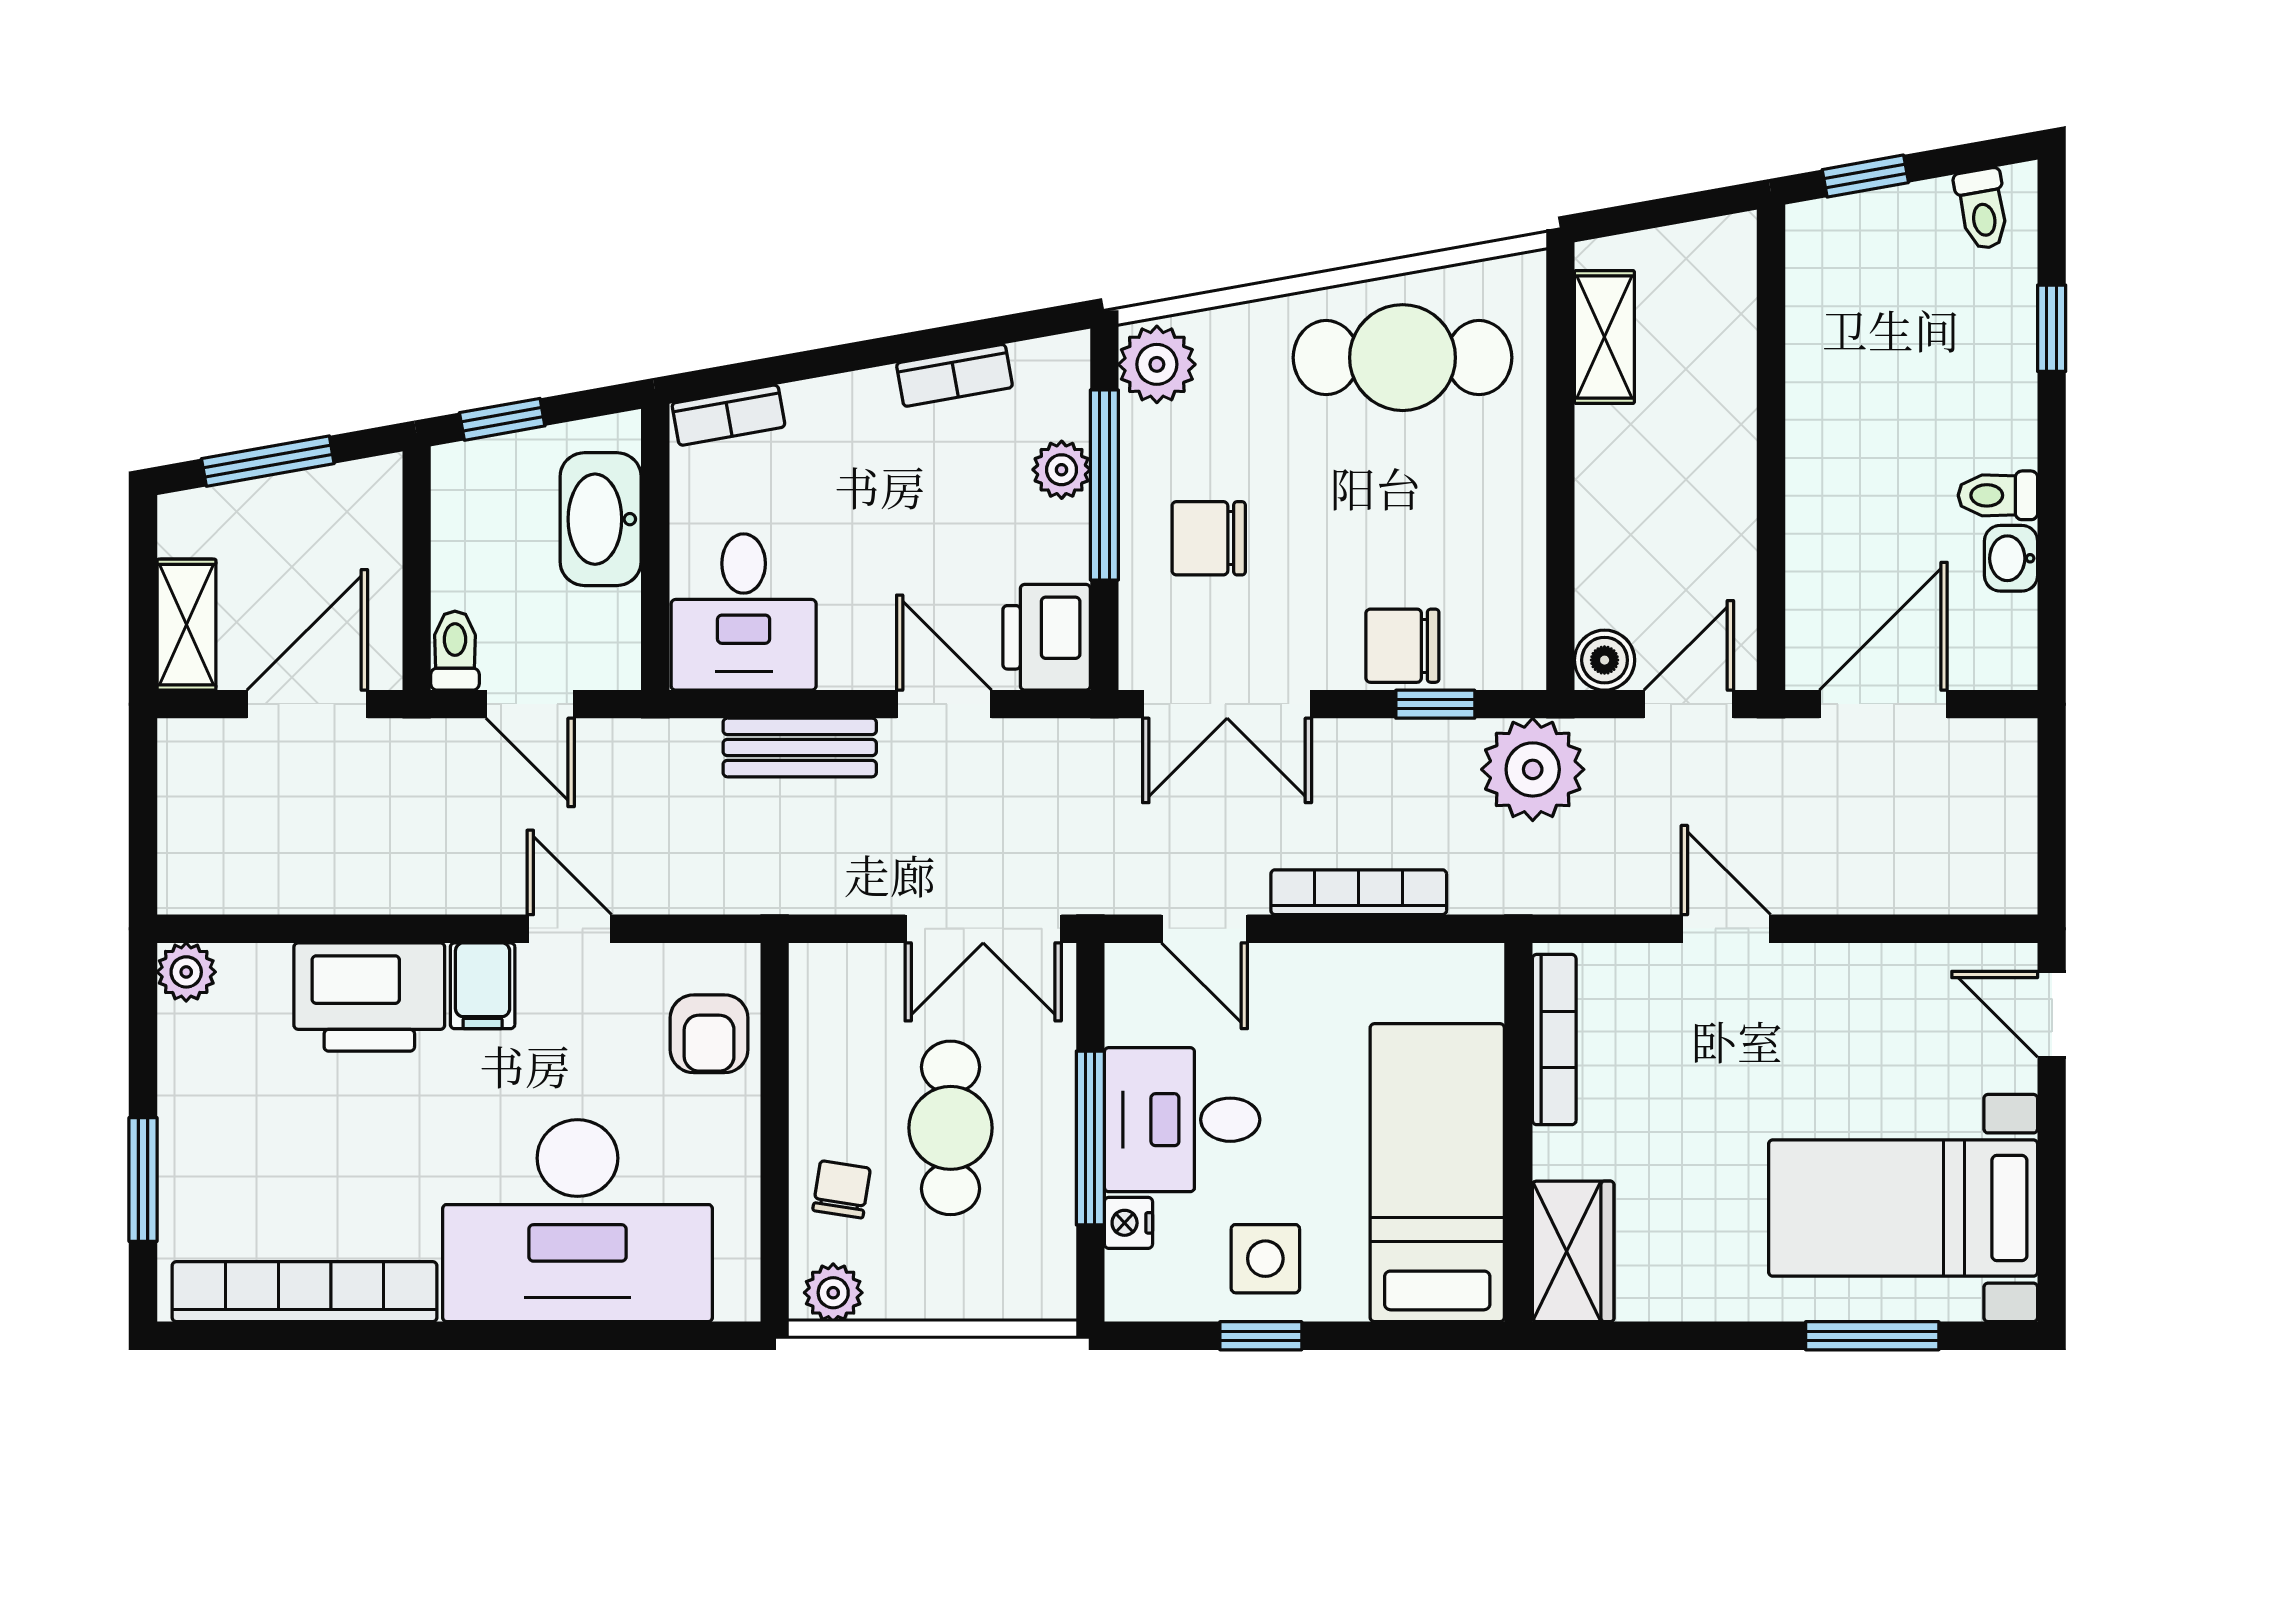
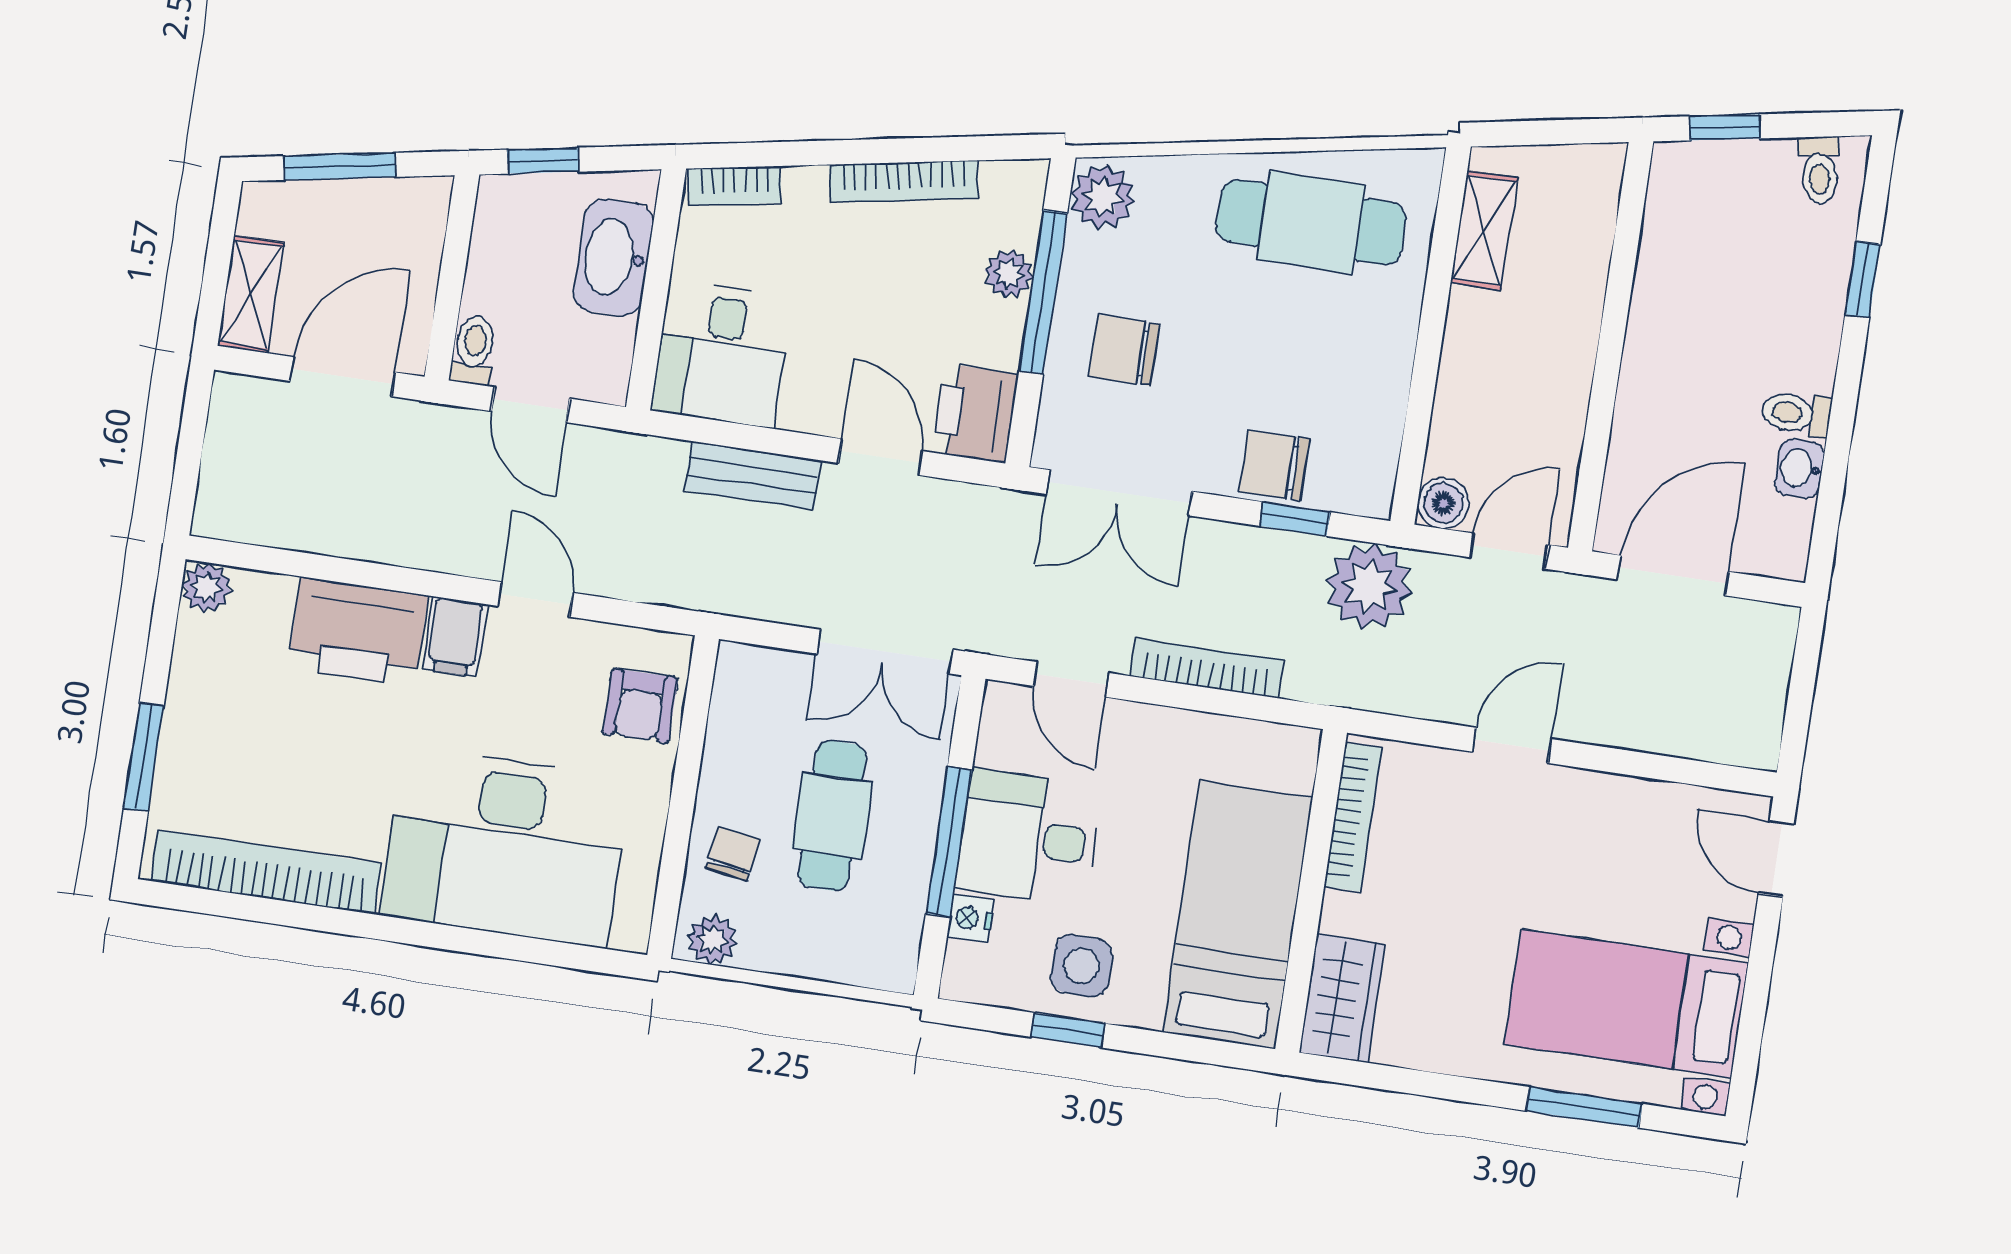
bookcase: (954, 375) -> (904, 181), width x1.56
door: (1726, 929) -> (1512, 745), hinge flipped

